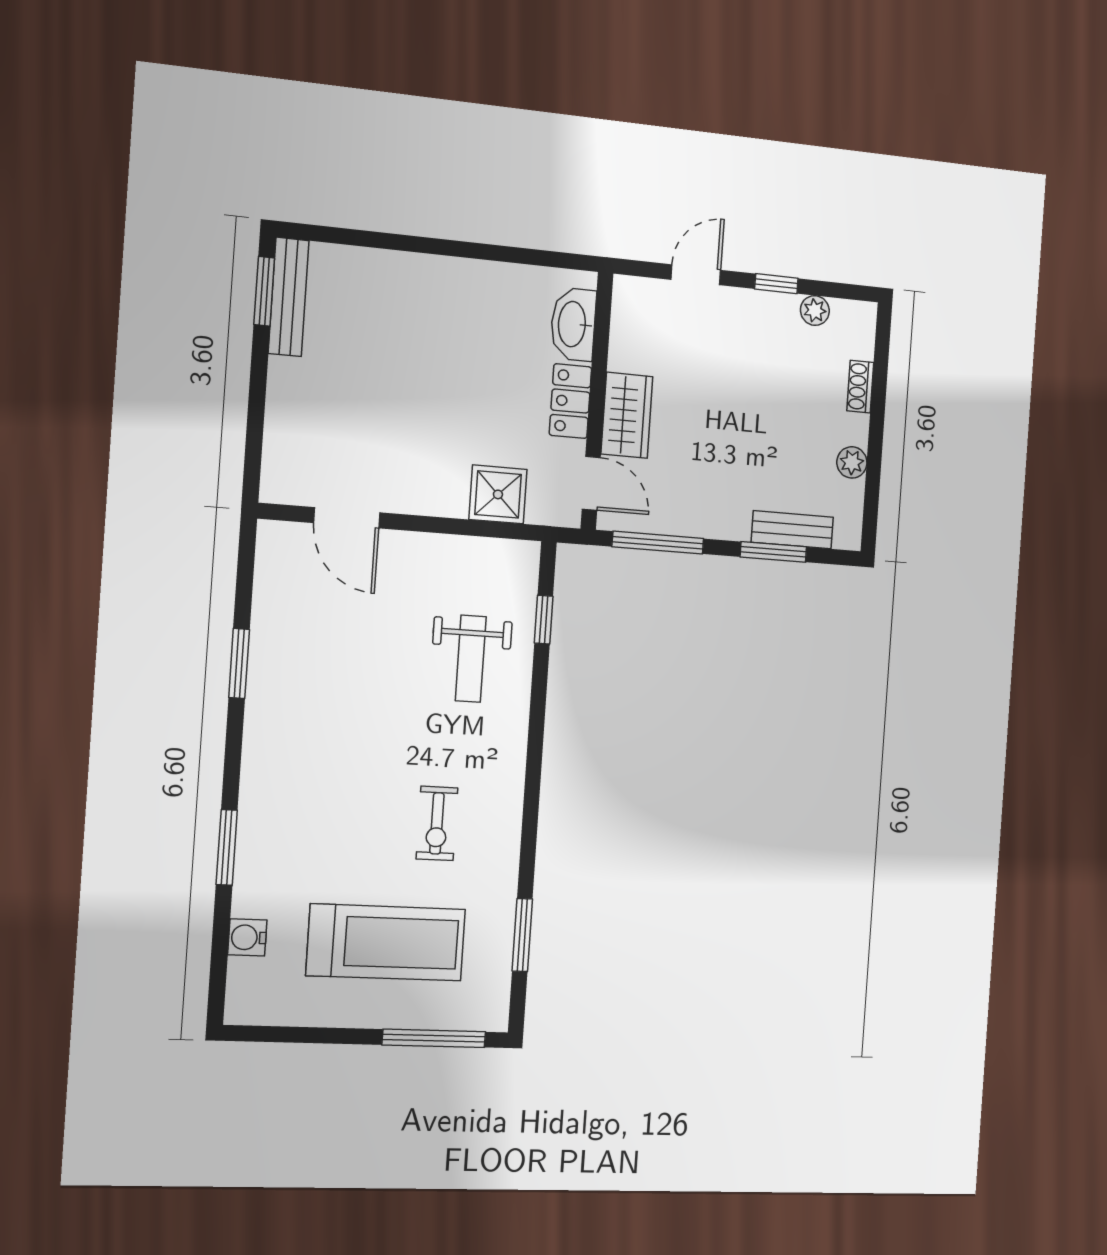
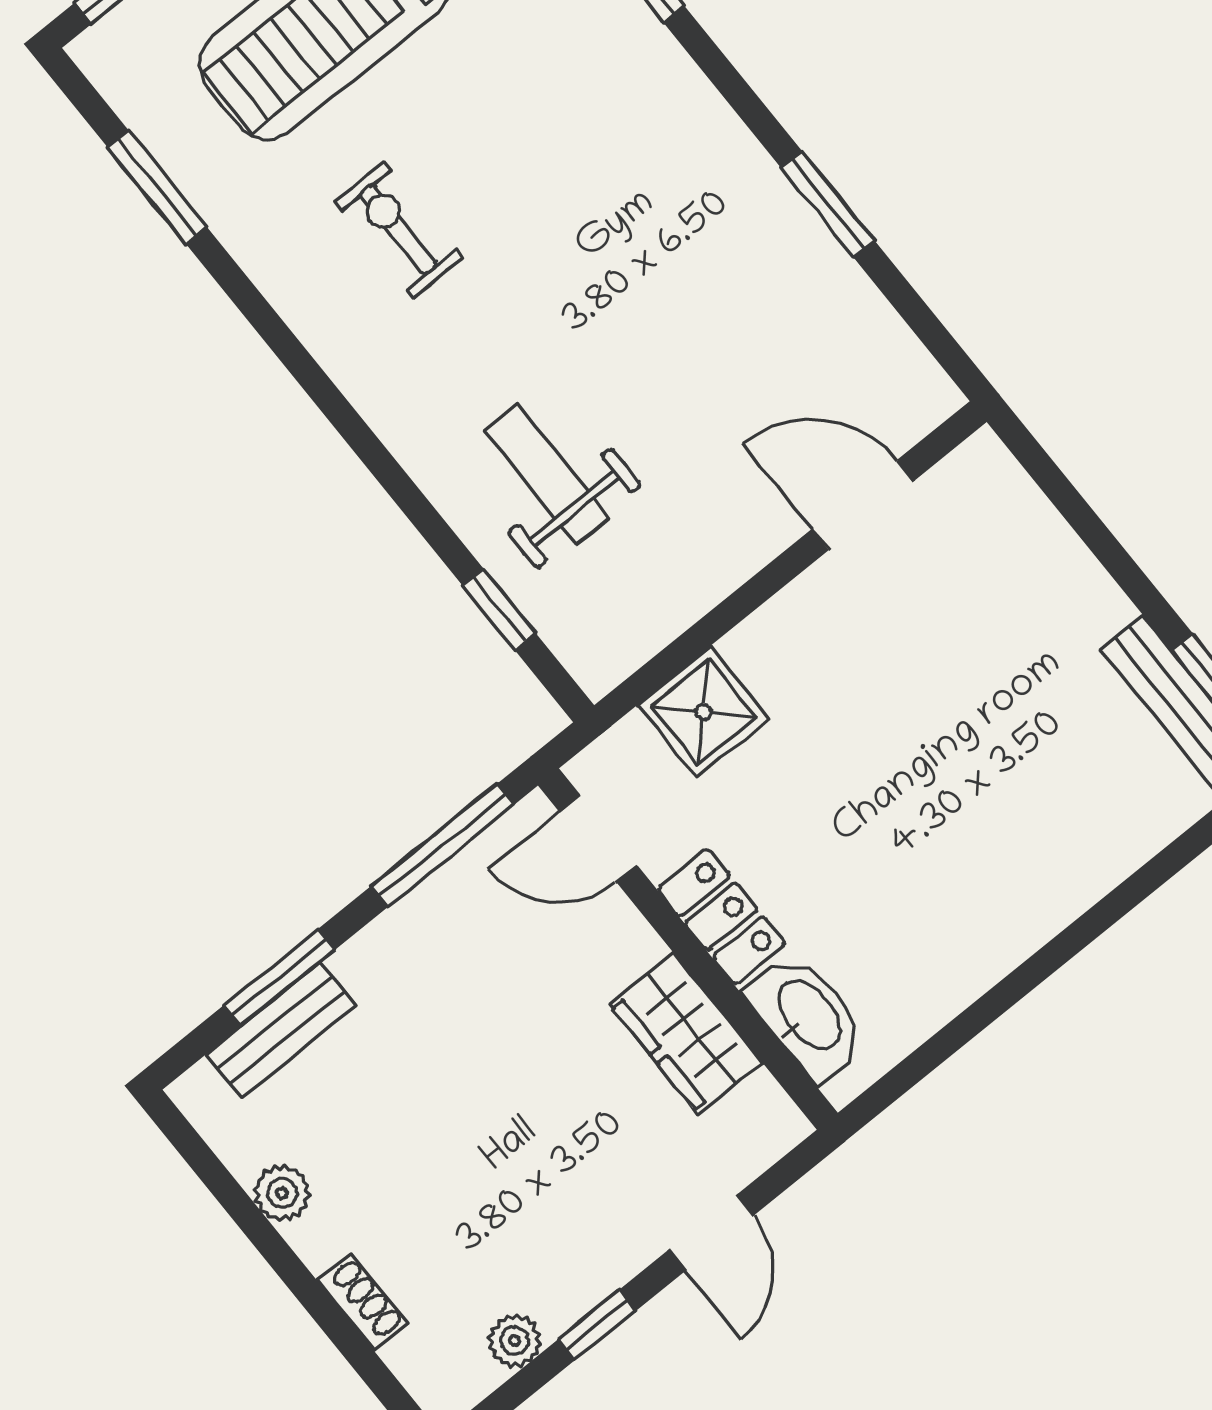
wardrobe: (627, 415) -> (686, 1033), moved

